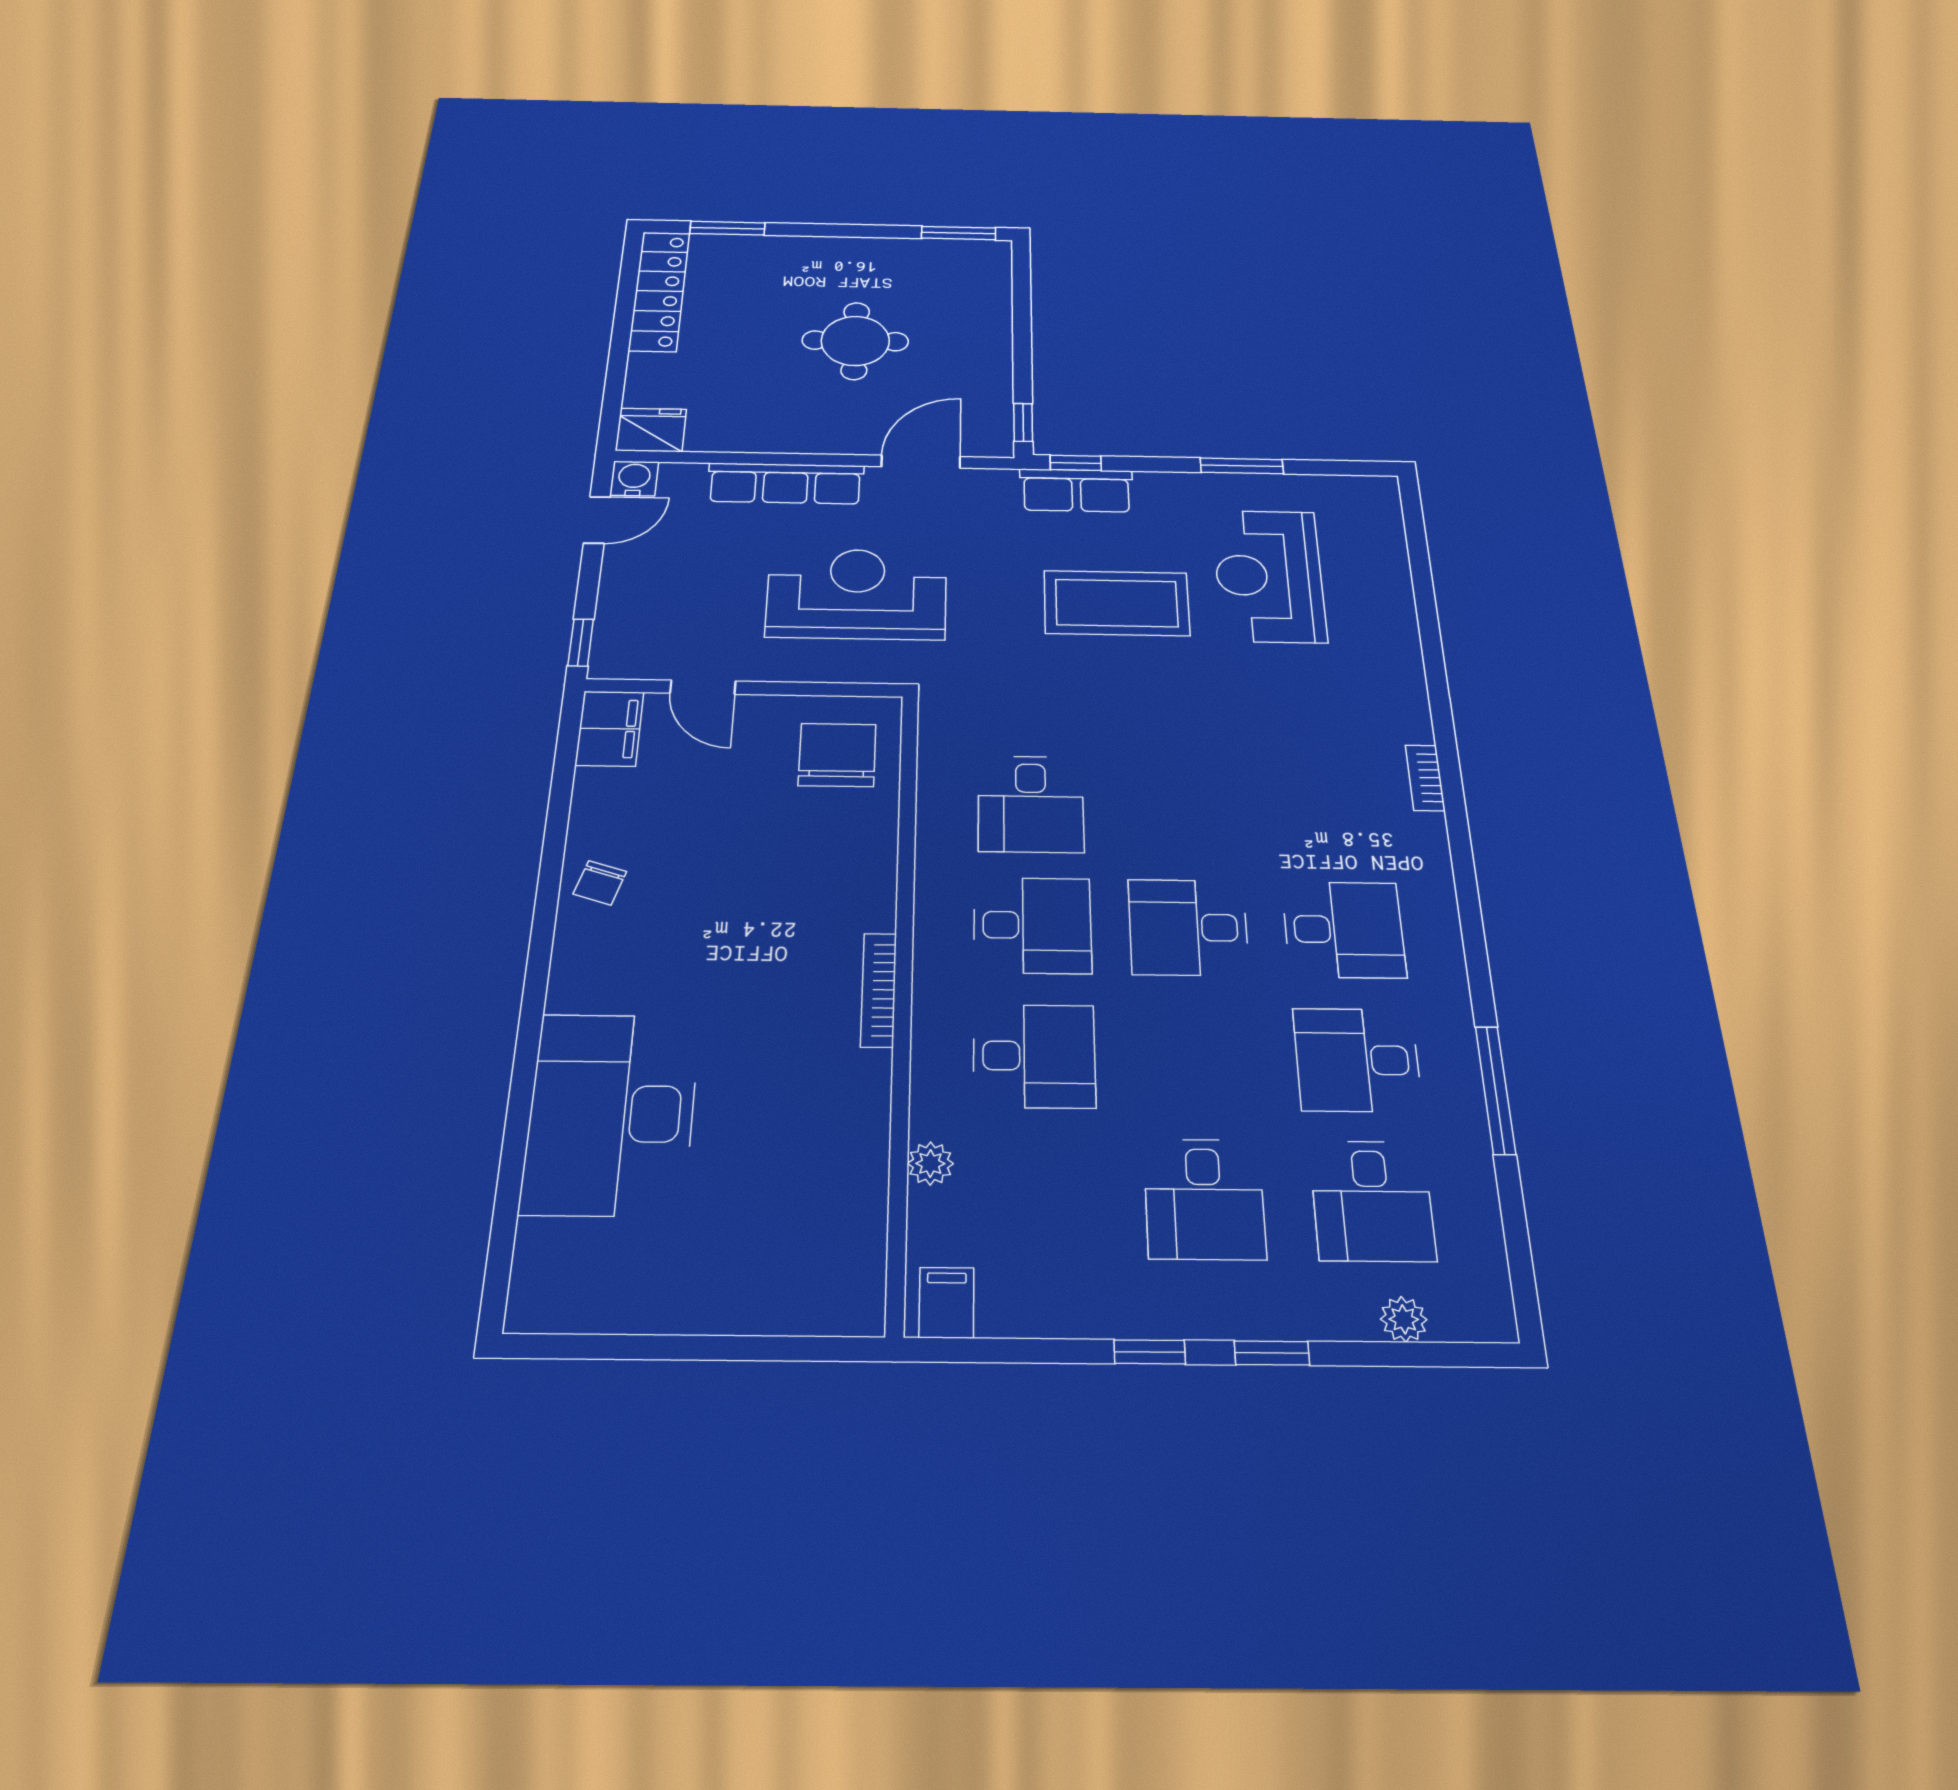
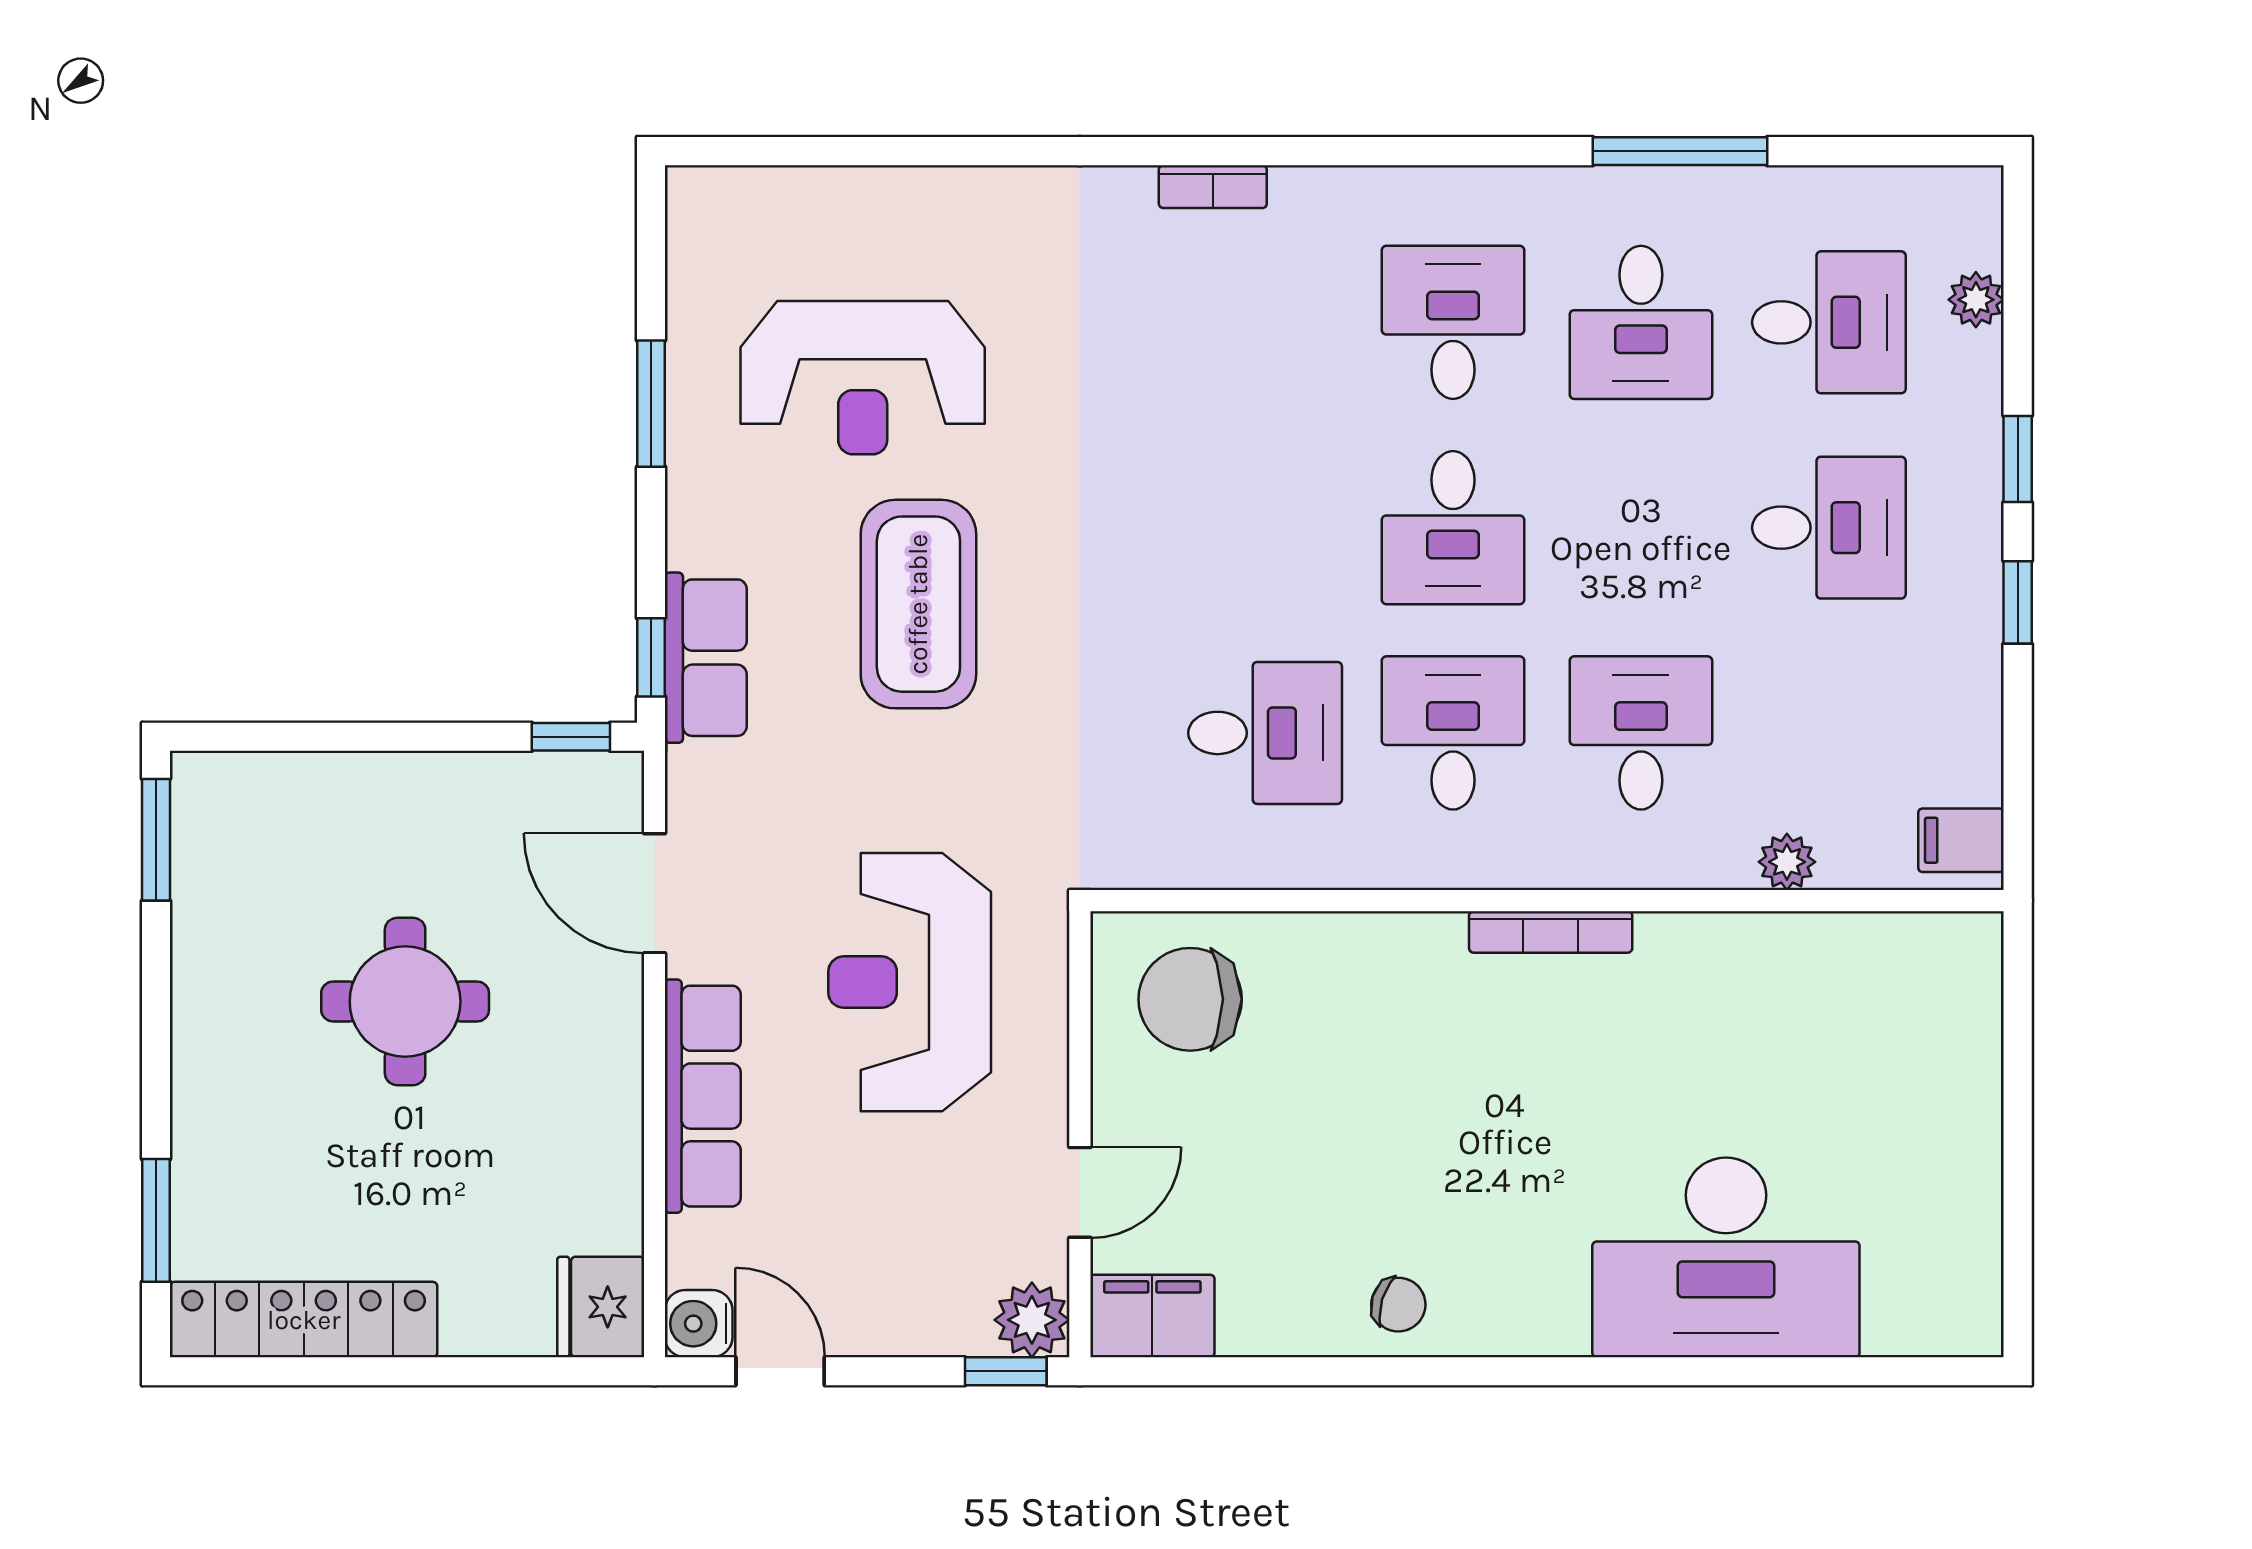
plant: (615, 658) -> (1032, 1320), added

